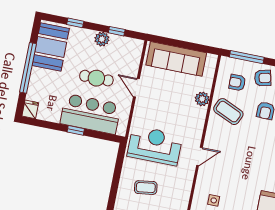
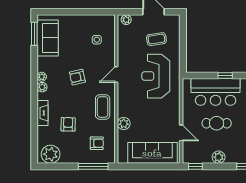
window: (117, 31) -> (195, 166), moved
armchair: (263, 78) -> (77, 77), moved
door: (136, 88) -> (181, 133), moved
coffee table: (228, 112) -> (103, 107), moved, turned 66
reception desk: (155, 146) -> (156, 76), turned 90

